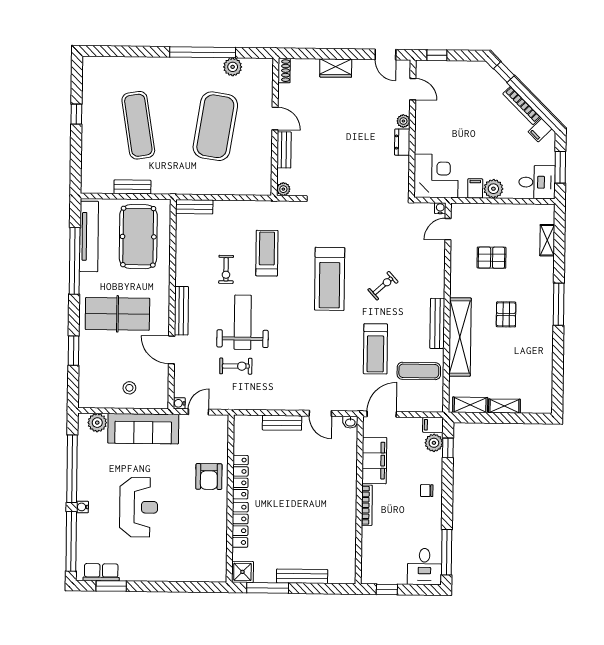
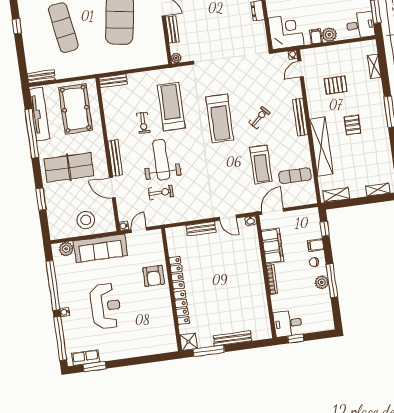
bench: (132, 187) -> (41, 77), moved
treadmill: (267, 253) -> (171, 107), width x1.37, depth x1.38
bench: (437, 323) -> (300, 117), moved
stool: (129, 388) -> (86, 220), width x1.89, depth x1.89
shelving: (504, 406) -> (378, 190), moved
filing cabinet: (433, 425) -> (316, 245), moved
plant: (434, 443) -> (322, 282), moved
window: (447, 552) -> (332, 281), moved
desk: (424, 567) -> (288, 323), moved, turned 90

